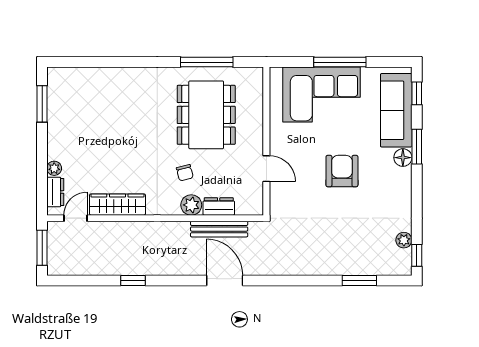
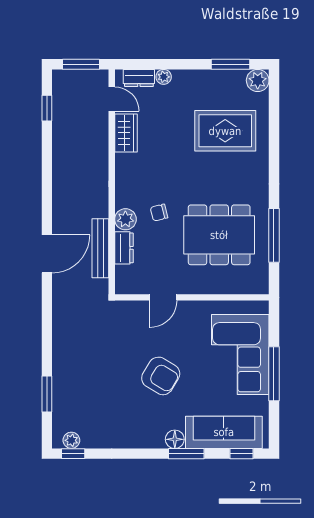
plant: (58, 78) -> (258, 80), added
rug: (106, 109) -> (225, 131), added
armchair: (342, 171) -> (161, 376), turned 31
wardrobe: (117, 205) -> (126, 133), width x0.67
plant: (404, 240) -> (71, 440), moved
window: (133, 281) -> (47, 108), moved

